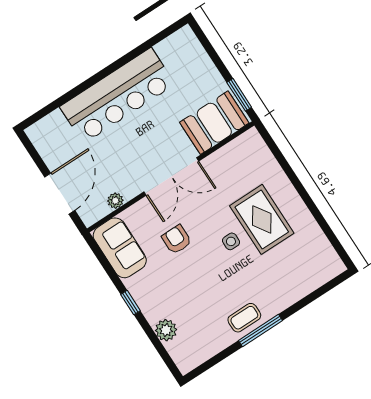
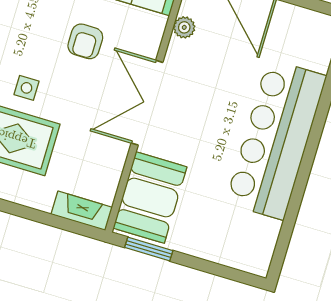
fireplace: (258, 147) -> (82, 211), added
armchair: (177, 239) -> (85, 41), turned 90

